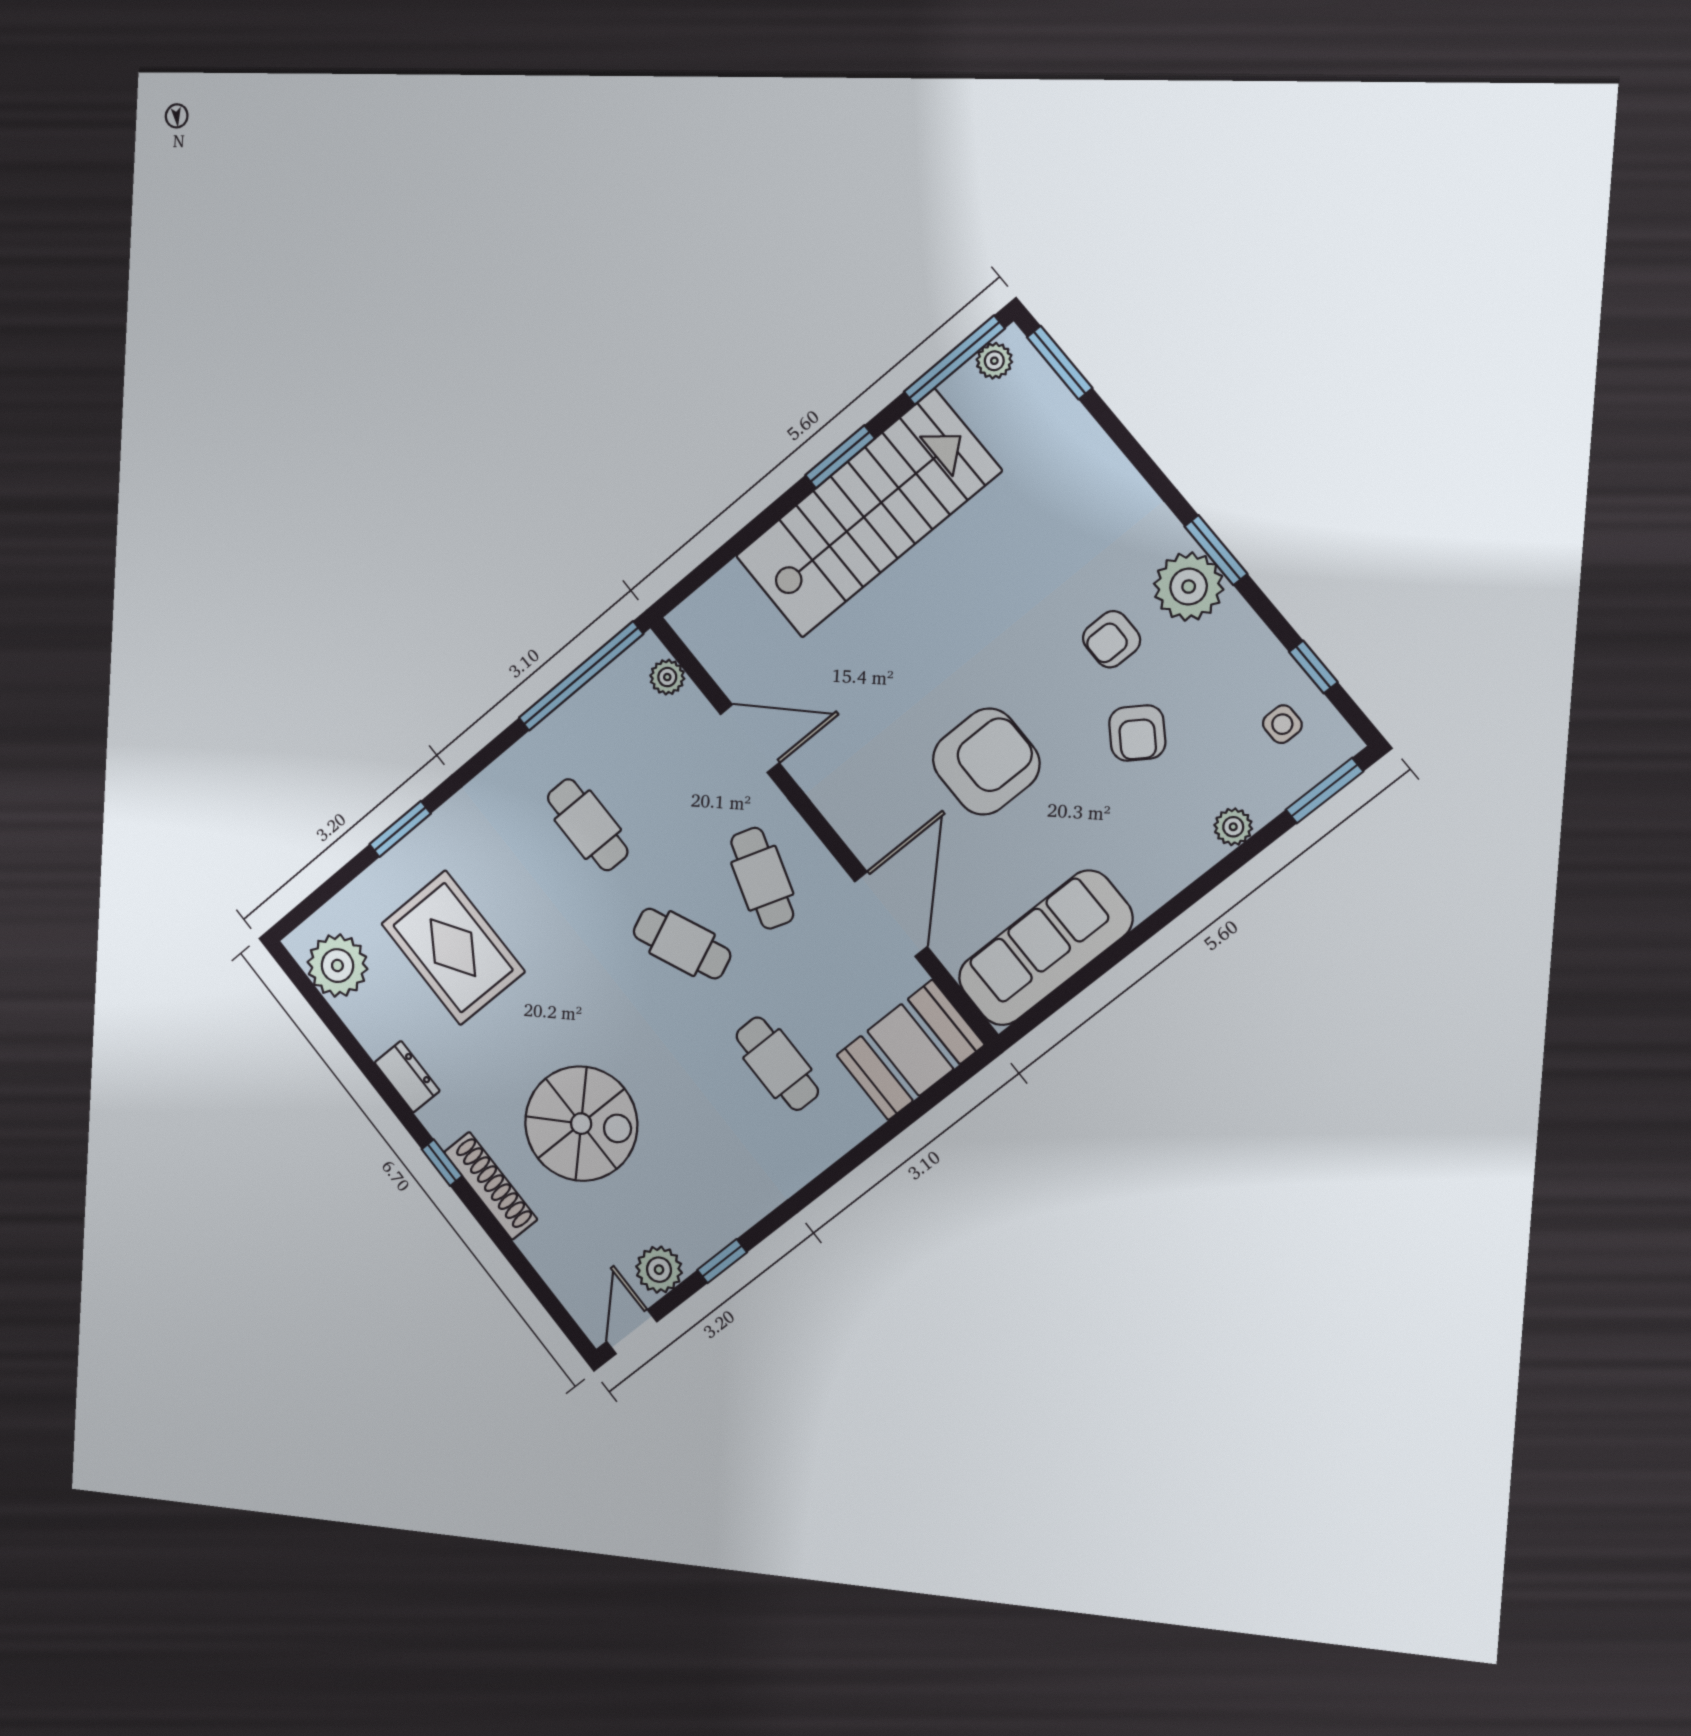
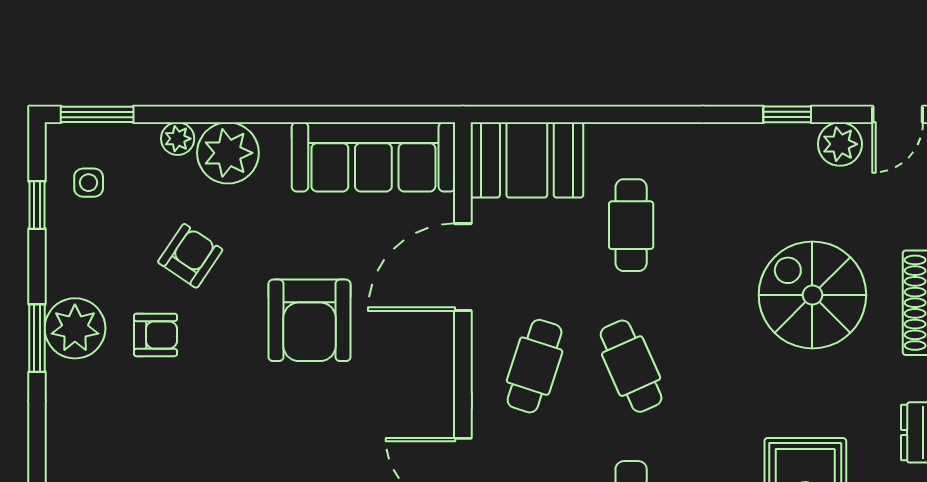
armchair: (986, 762) -> (309, 320), turned -90
plant: (1177, 850) -> (228, 153), added

